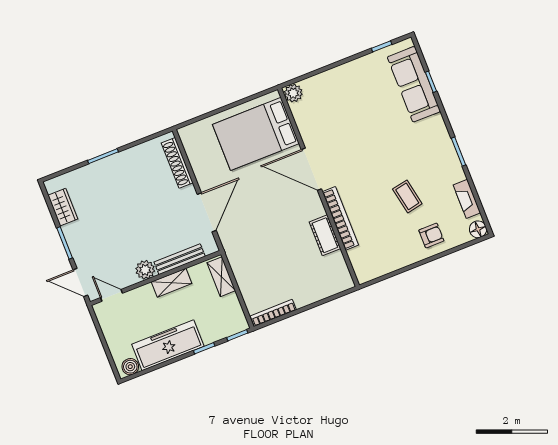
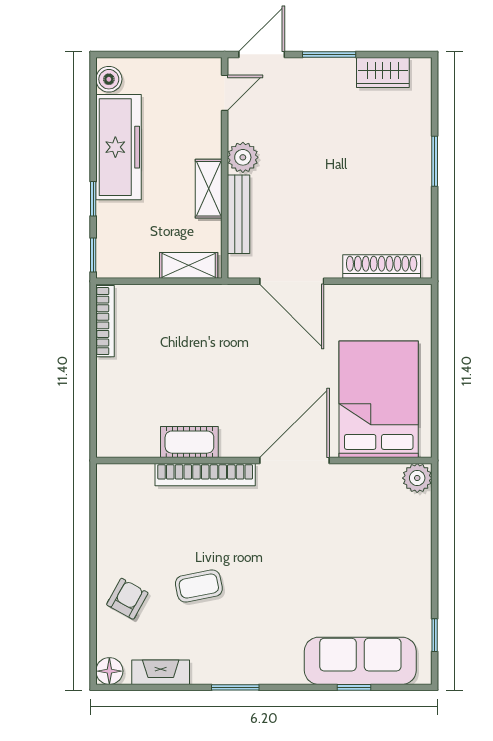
armchair: (431, 235) -> (127, 599), turned -151

